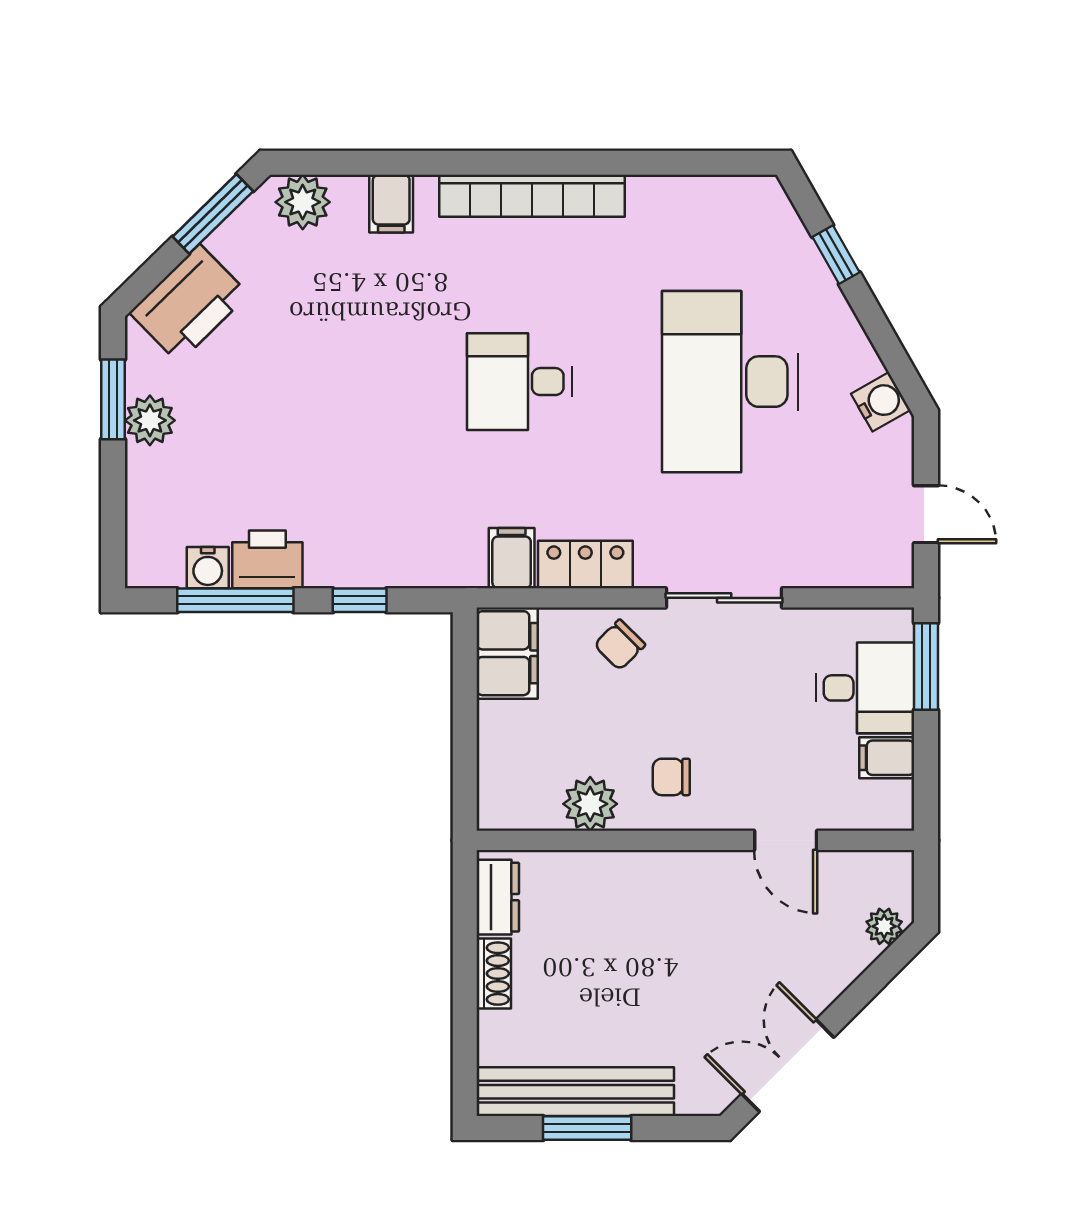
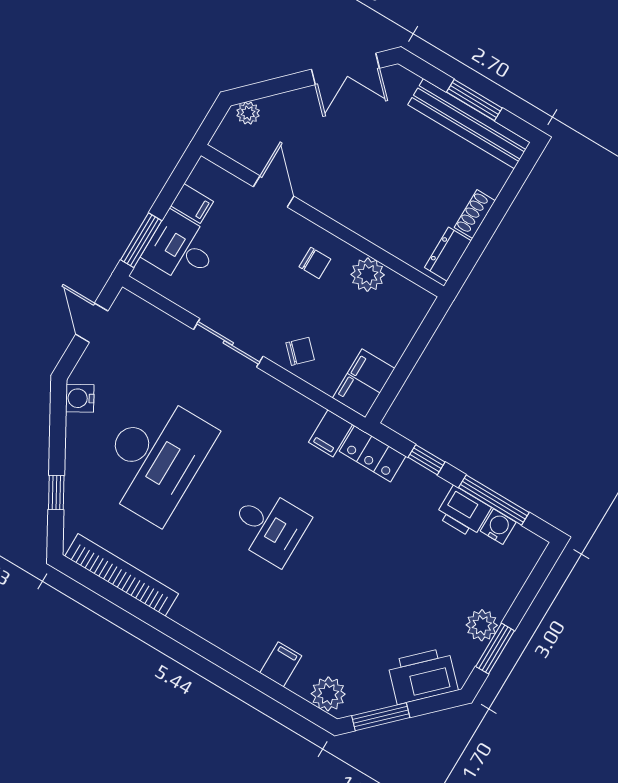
bookcase: (532, 196) -> (122, 575), moved
locker: (585, 565) -> (373, 454), moved

